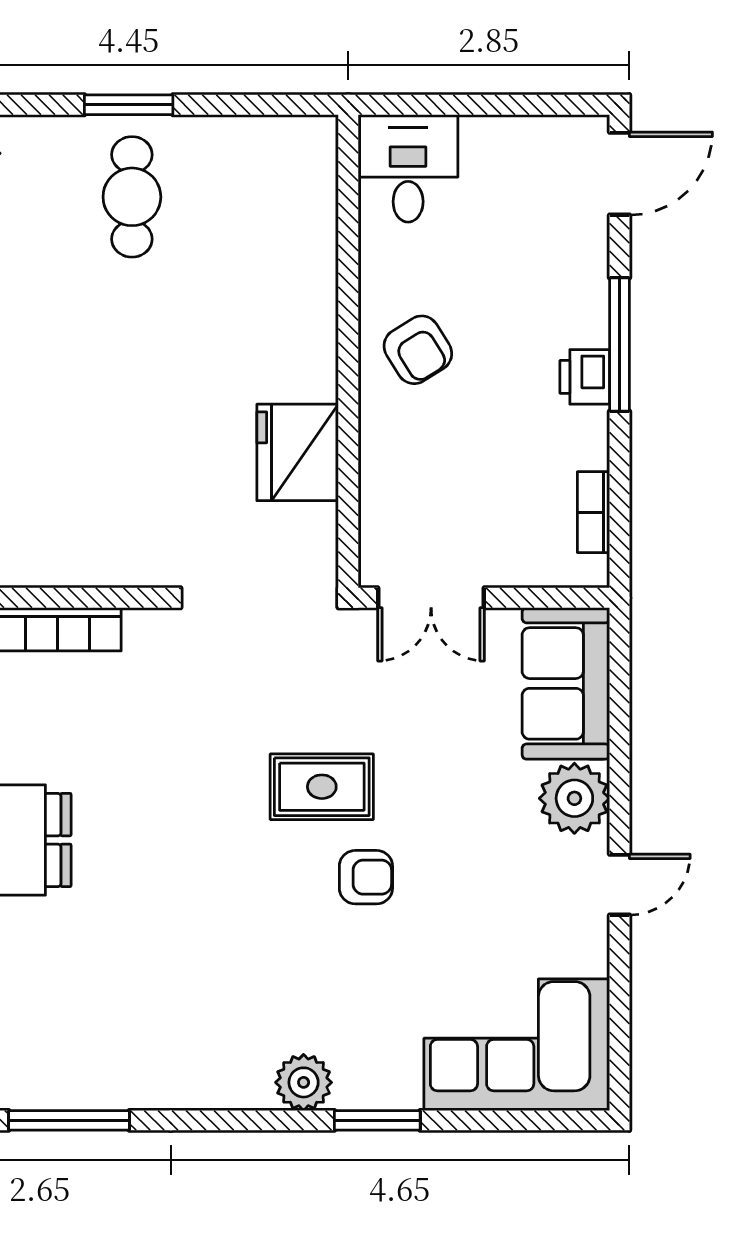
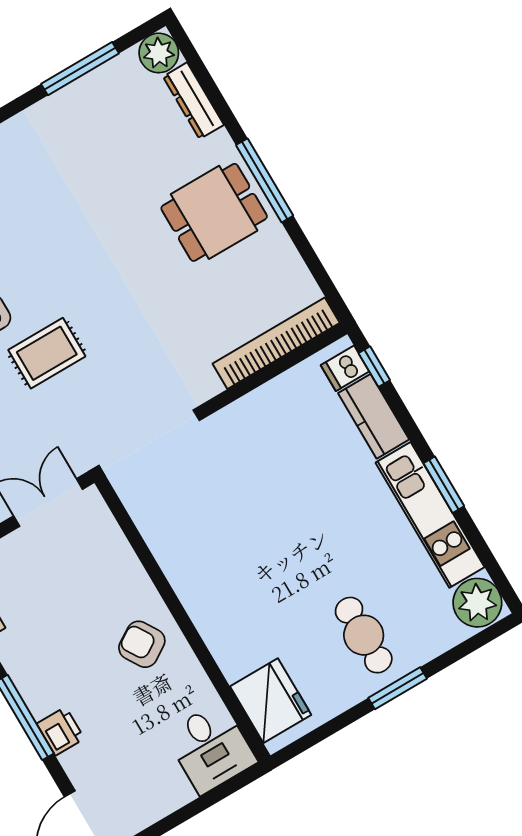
printer: (585, 377) -> (60, 731), moved
fridge: (298, 452) -> (271, 701), moved

